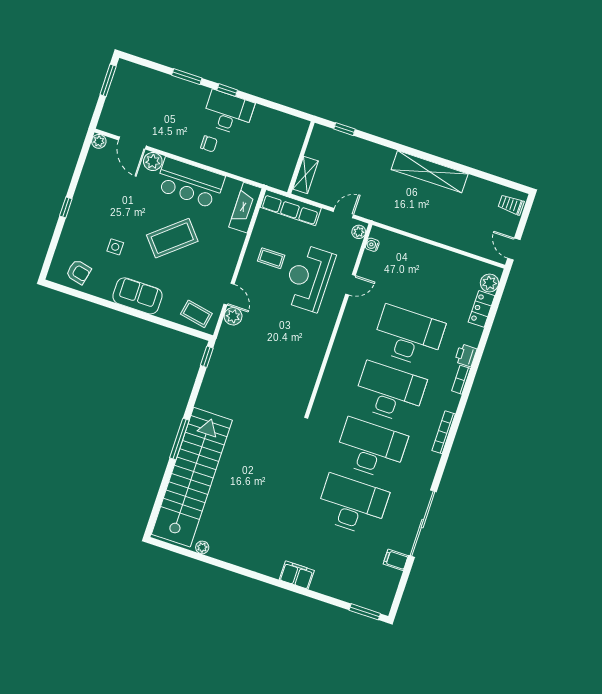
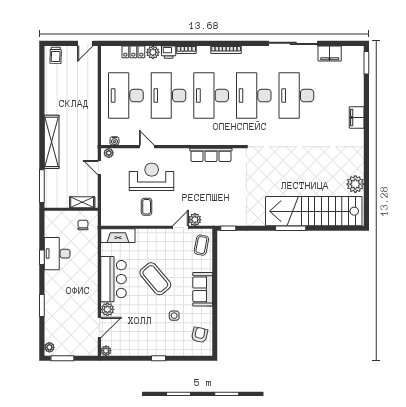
plant: (128, 68) -> (49, 347), added
window: (227, 90) -> (42, 257), moved
desk: (228, 113) -> (57, 254), moved
window: (344, 129) -> (42, 186), width x2.17
chair: (209, 144) -> (83, 225), moved
shelving: (430, 172) -> (52, 142), moved
row of seats: (291, 208) -> (211, 155), moved, turned 90
reception desk: (308, 278) -> (152, 177), turned 180
desk: (427, 280) -> (126, 96), added
plant: (489, 283) -> (153, 52), moved
plant: (202, 547) -> (355, 184), width x1.87, depth x1.87
filing cabinet: (396, 560) -> (330, 53), width x2.00

